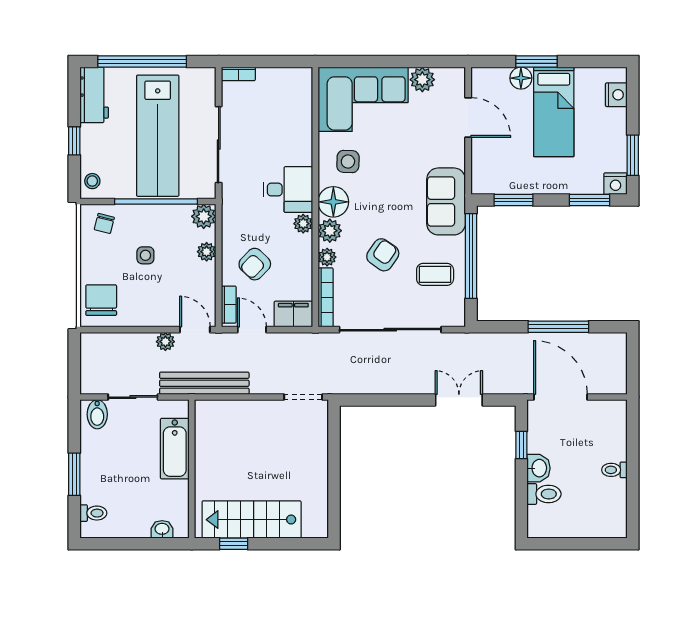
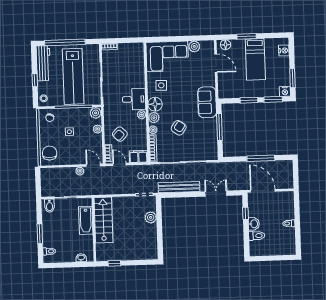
floor lamp: (521, 78) -> (226, 45), moved
workbench: (94, 95) -> (43, 63), width x1.37
window: (513, 200) -> (249, 100), moved
window: (471, 256) -> (219, 127), width x0.68
coffee table: (435, 274) -> (203, 136), removed
bench: (204, 383) -> (179, 187), moved
plant: (316, 447) -> (151, 217), added
stairs: (252, 520) -> (103, 220), moved, turned 90

